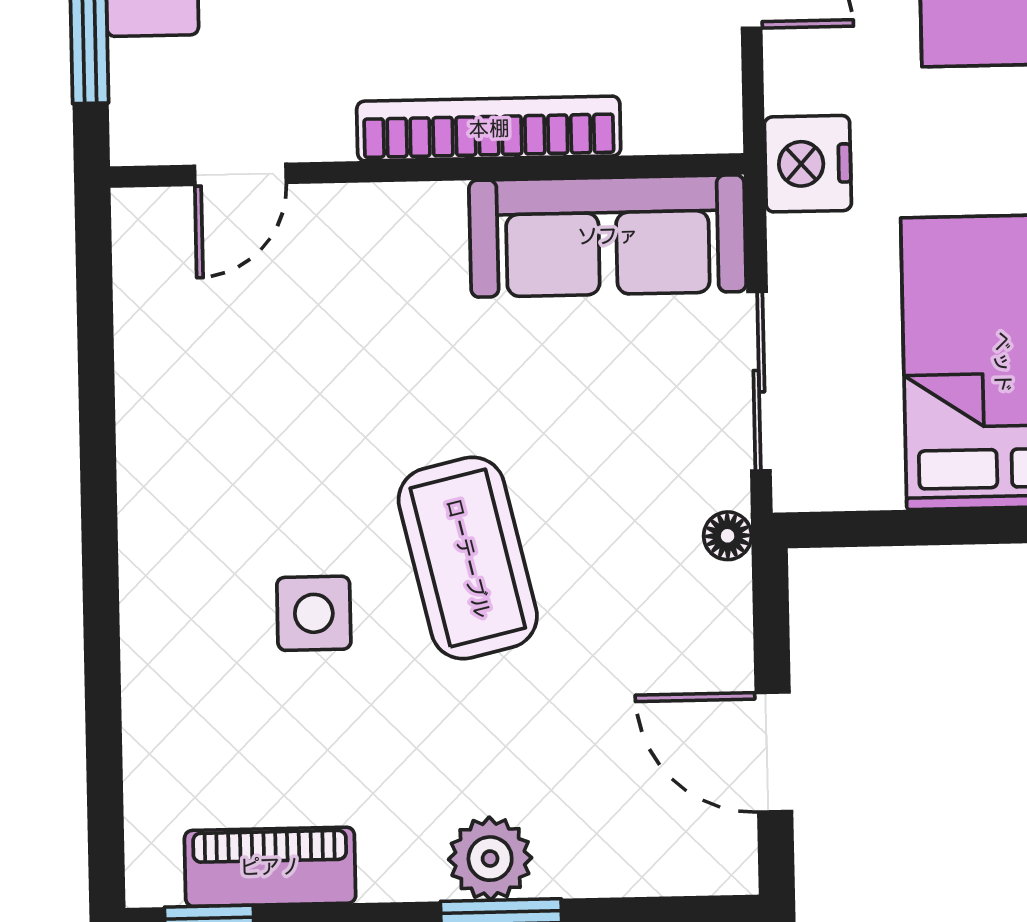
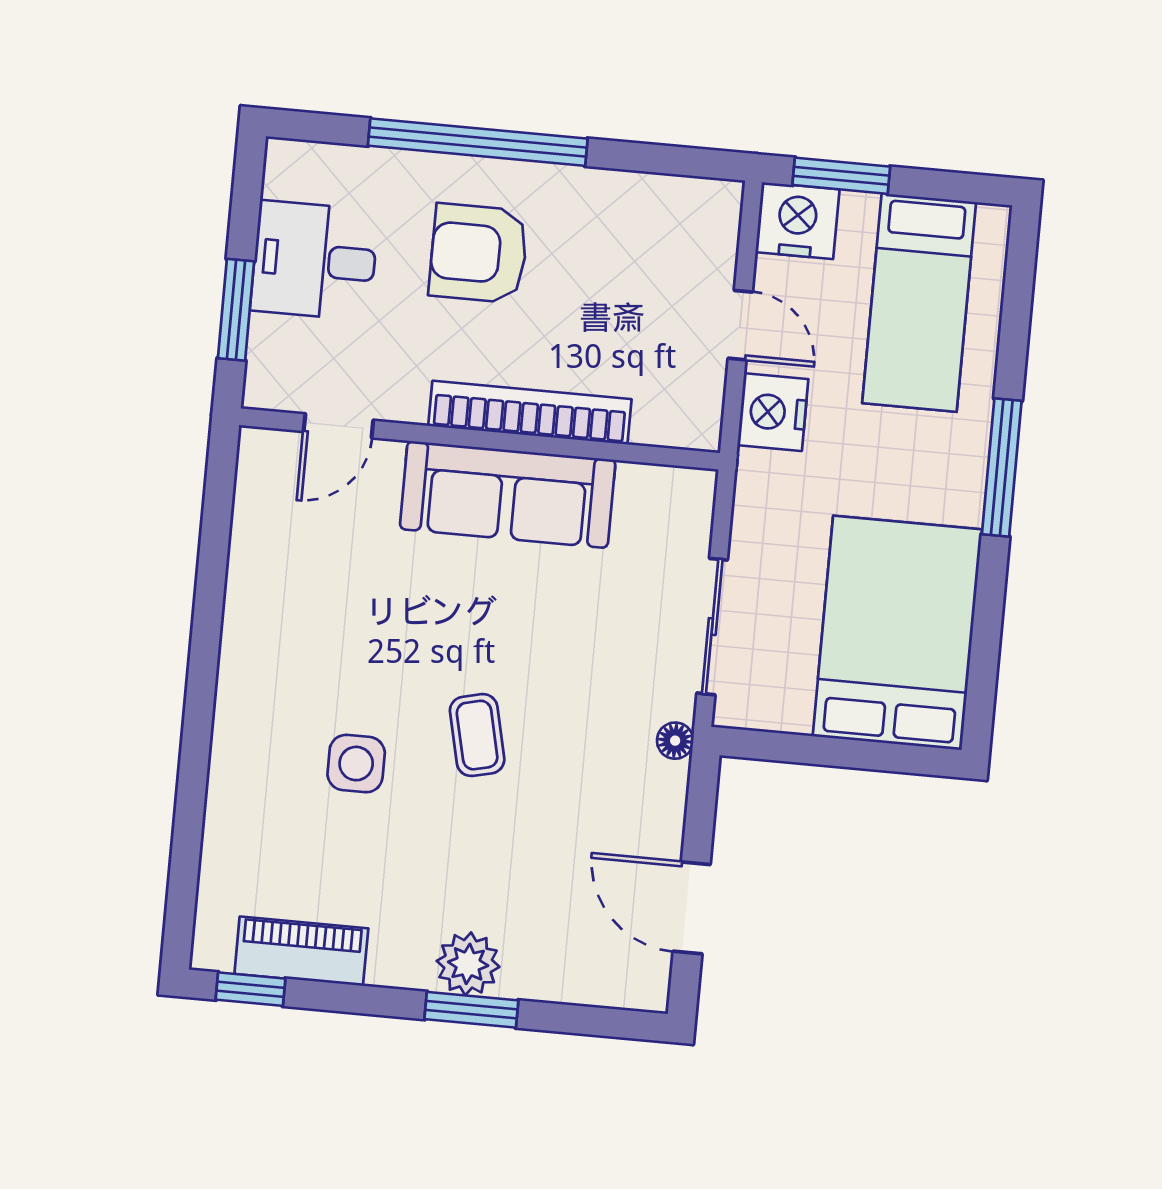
nightstand: (808, 164) -> (773, 412), moved
sofa: (608, 236) -> (508, 494), moved
coffee table: (468, 558) -> (477, 735), width x0.54, depth x0.58

